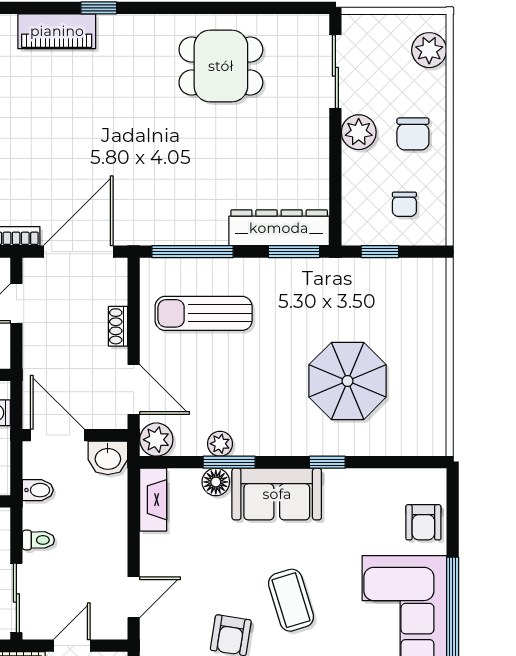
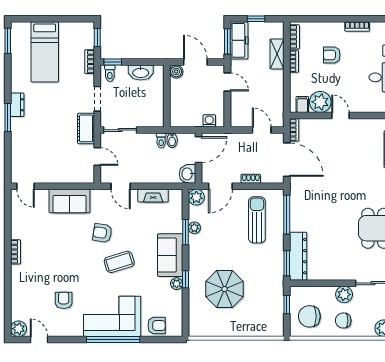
chair: (404, 204) -> (309, 316), width x1.87, depth x1.87
plant: (336, 481) -> (177, 284), added
floor lamp: (216, 482) -> (176, 226), removed
fireplace: (153, 500) -> (153, 196), moved
armchair: (423, 522) -> (157, 325), turned 180
toilet: (38, 540) -> (161, 141), moved

